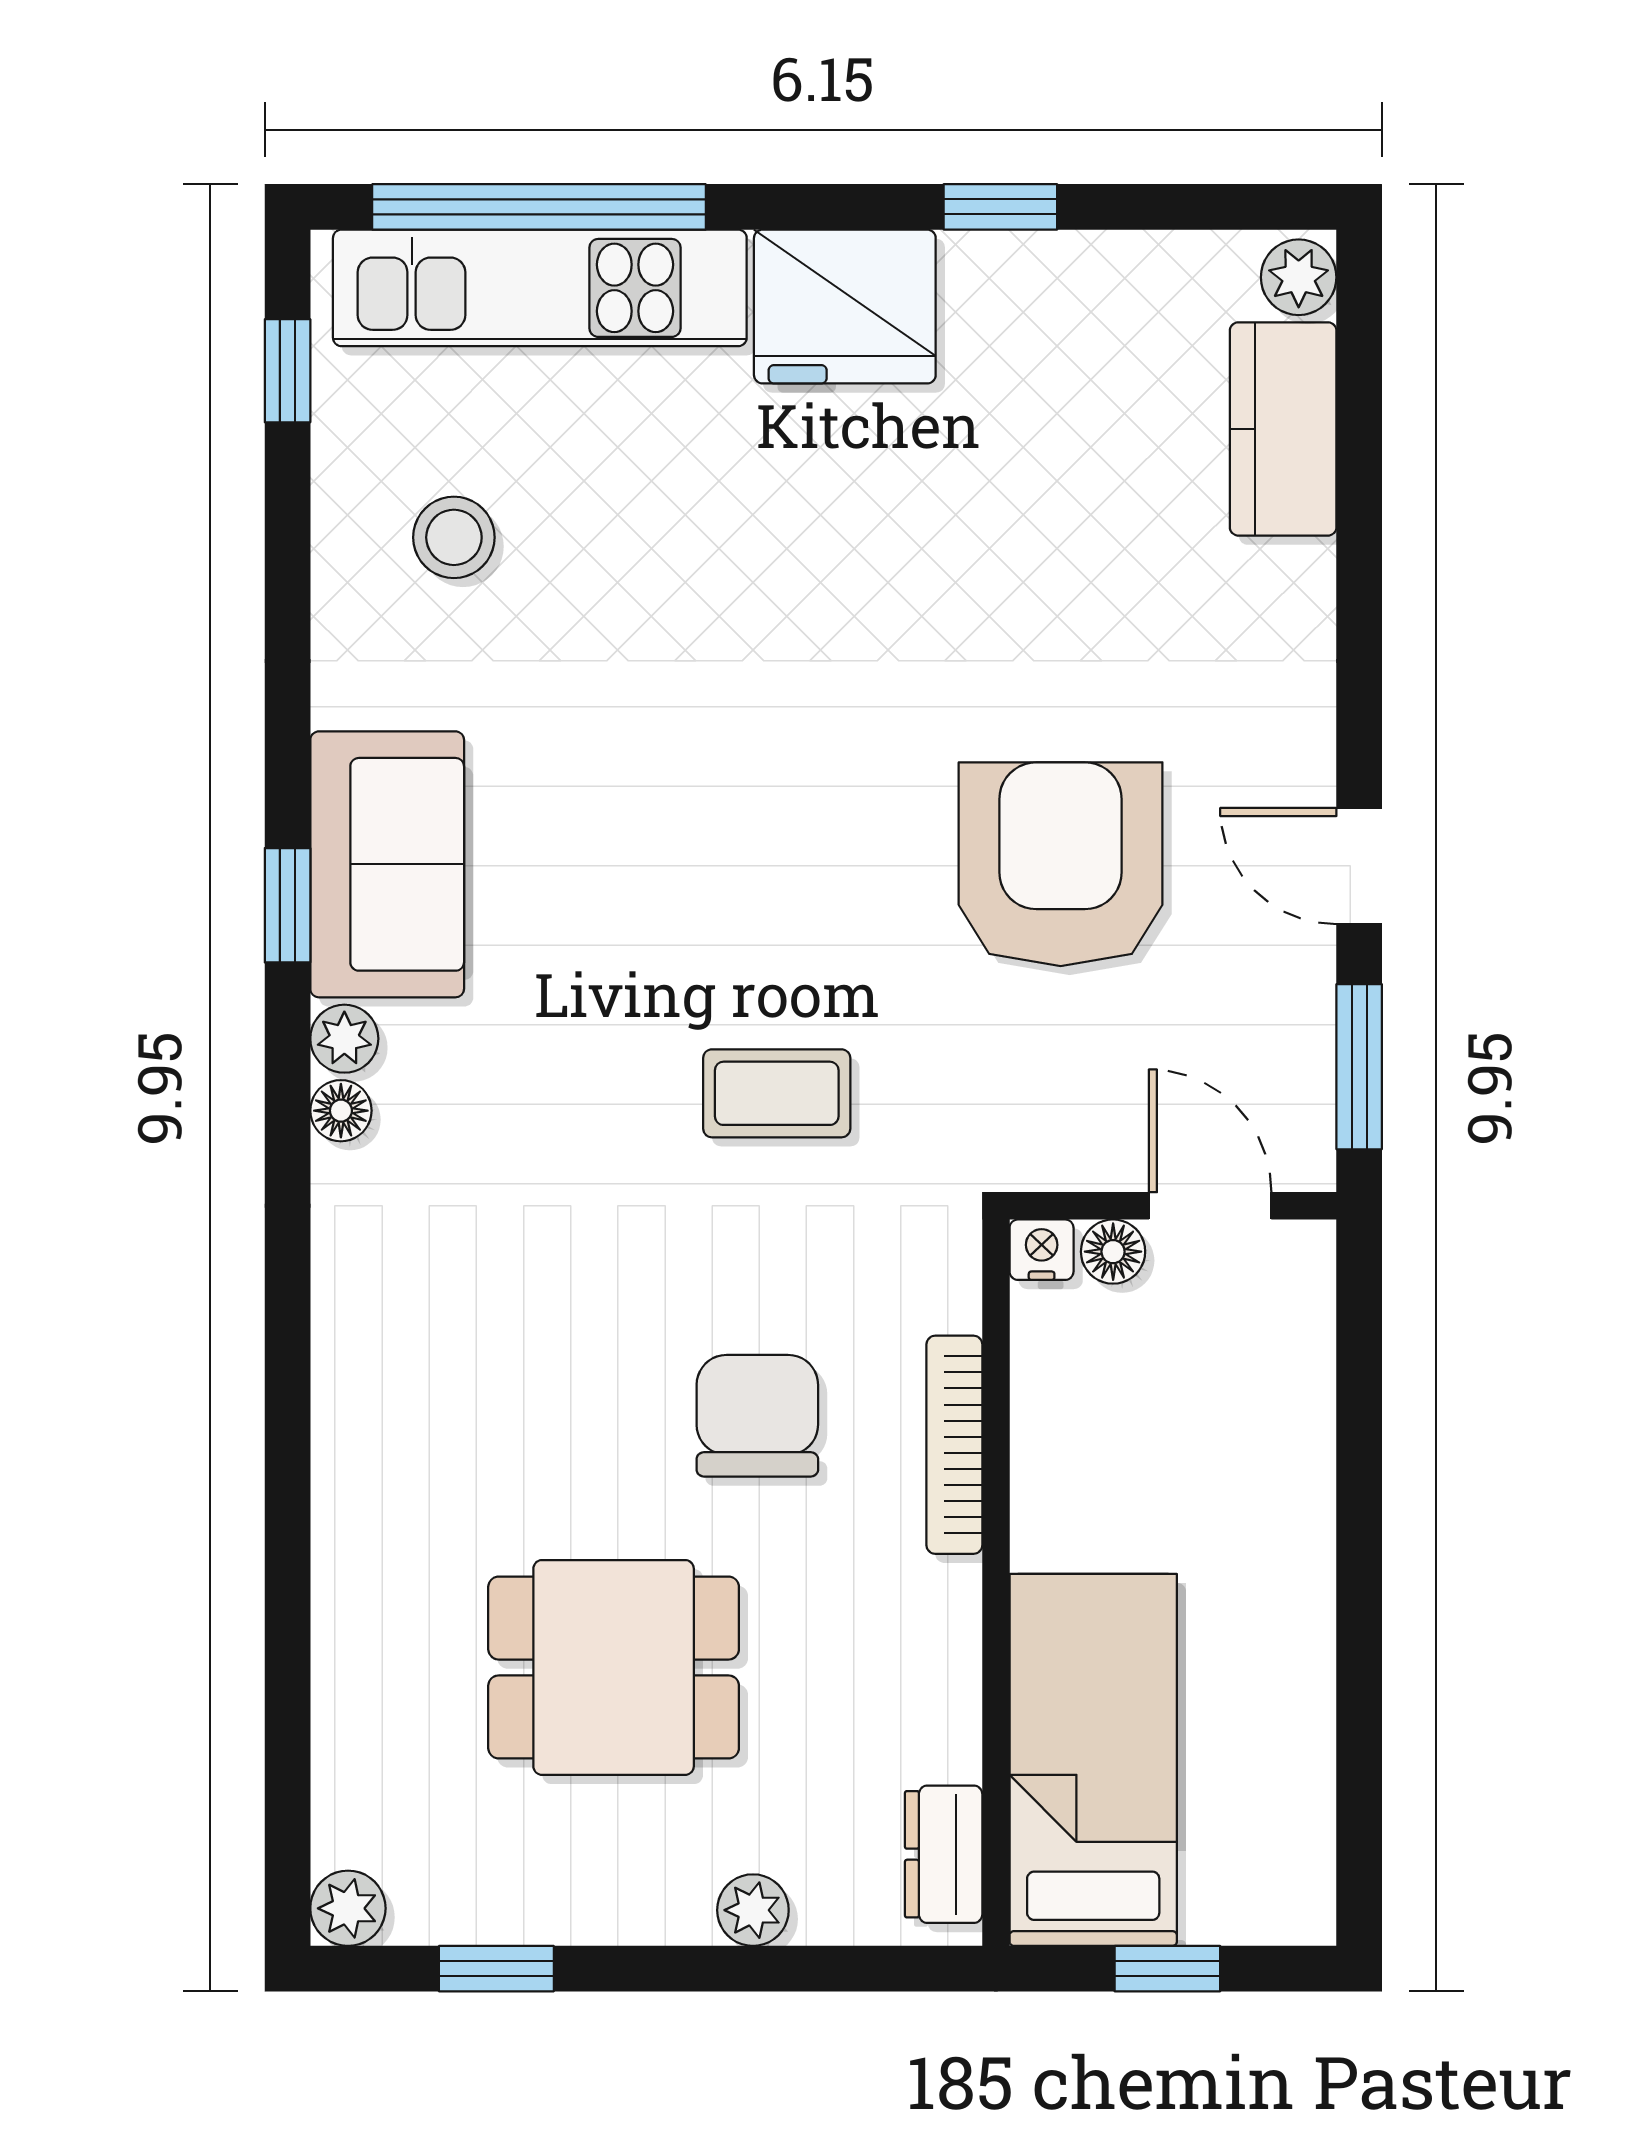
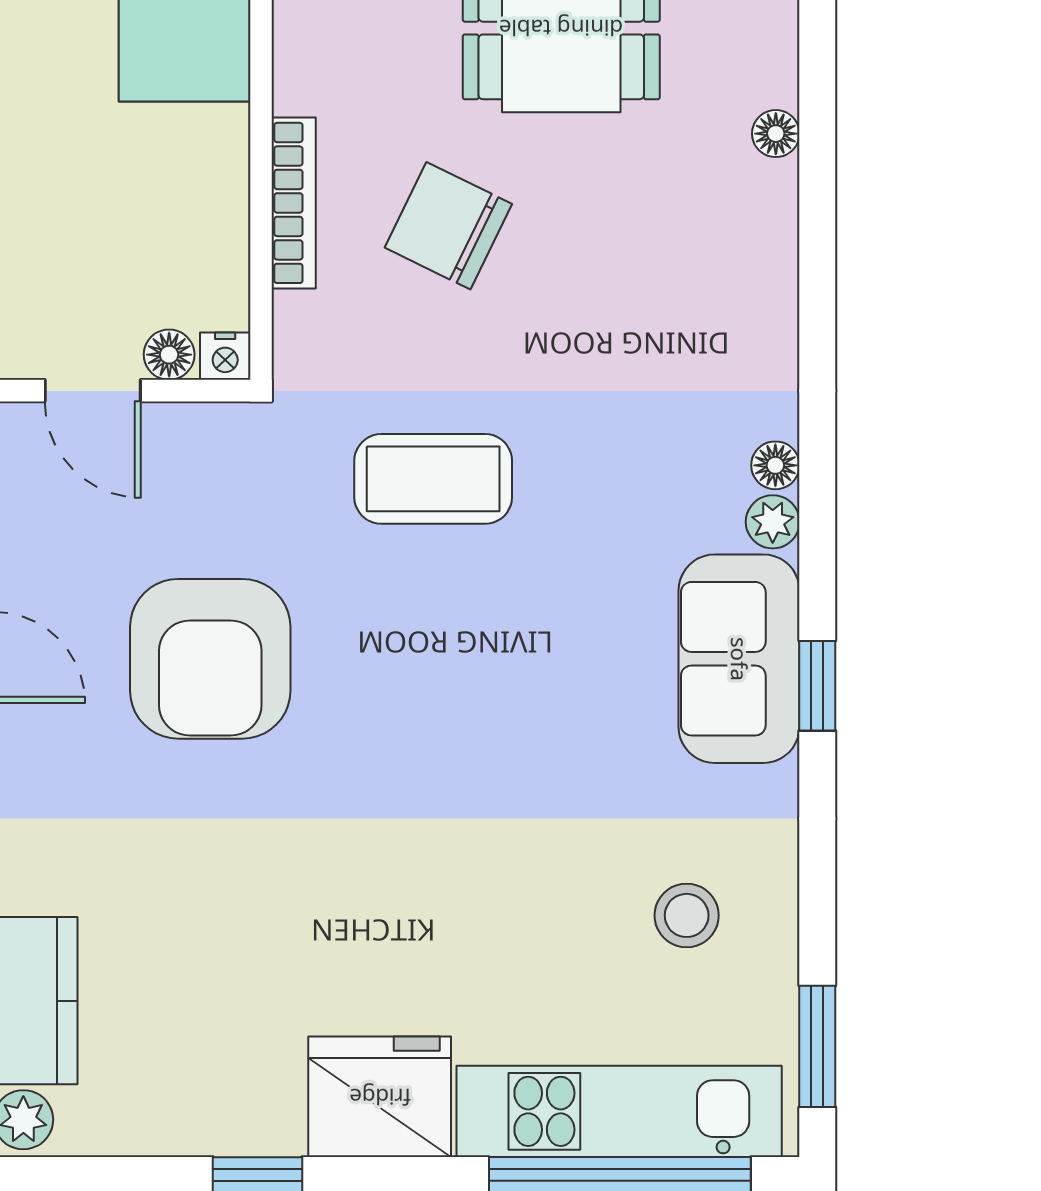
window: (288, 371) -> (817, 1046), width x1.50
window: (288, 905) -> (817, 686), moved
coffee table: (777, 1093) -> (433, 479), width x1.36, depth x1.30
chair: (757, 1416) -> (448, 226), turned 116
floor lamp: (340, 1533) -> (776, 134), added

